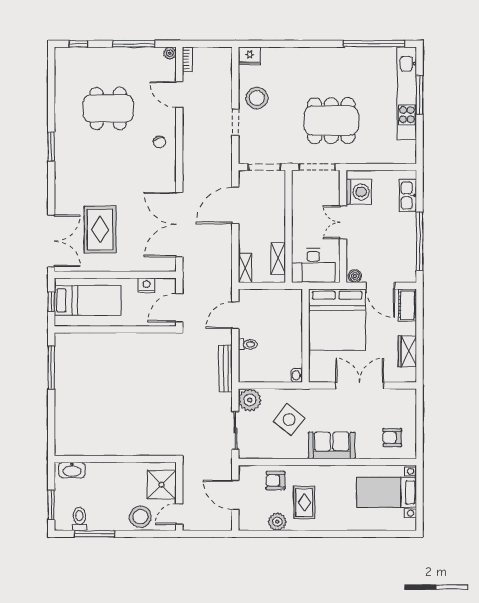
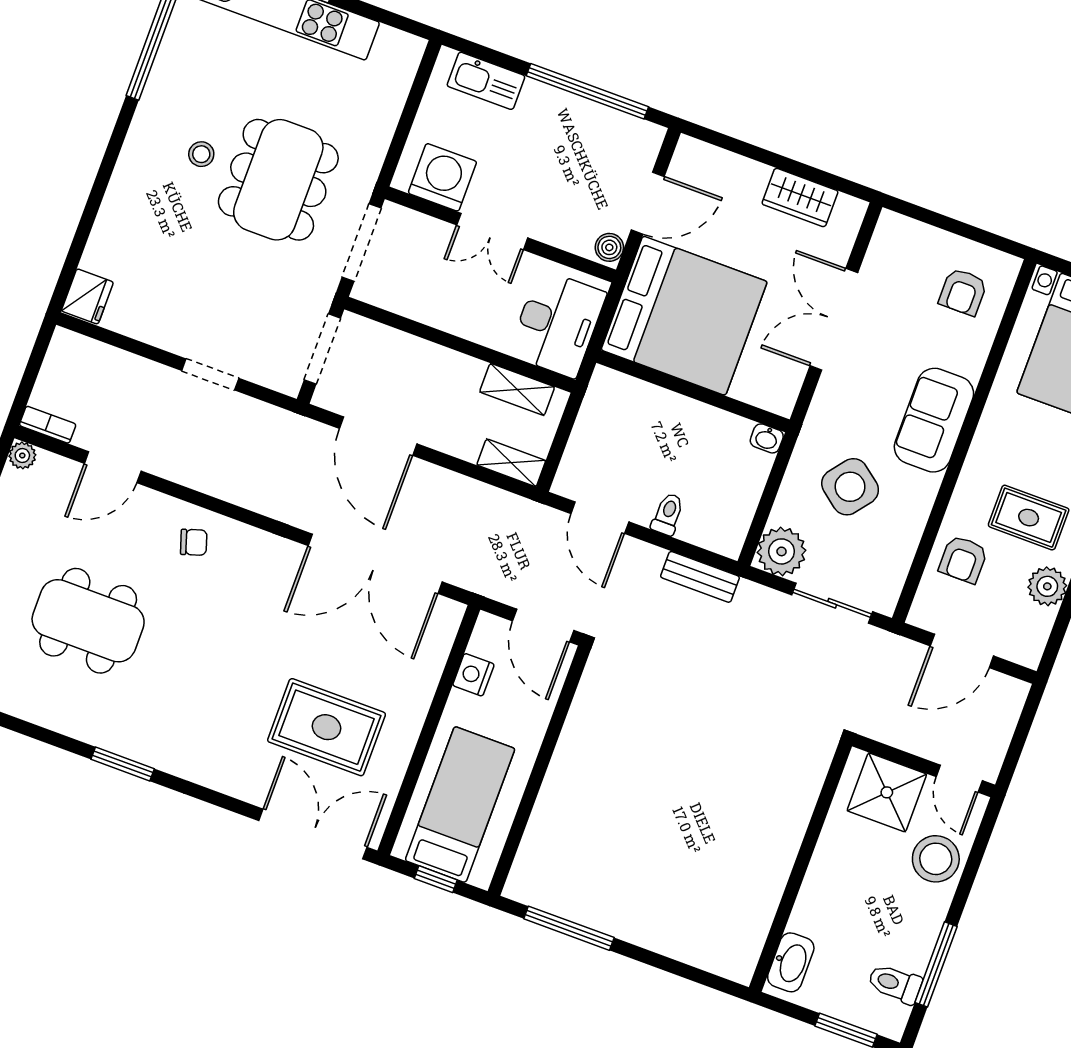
stool: (257, 98) -> (201, 154), moved, width x0.53, depth x0.53
dining table: (108, 108) -> (88, 621), turned 90
cot: (408, 305) -> (707, 163), removed
bench: (226, 369) -> (700, 577), width x0.73

